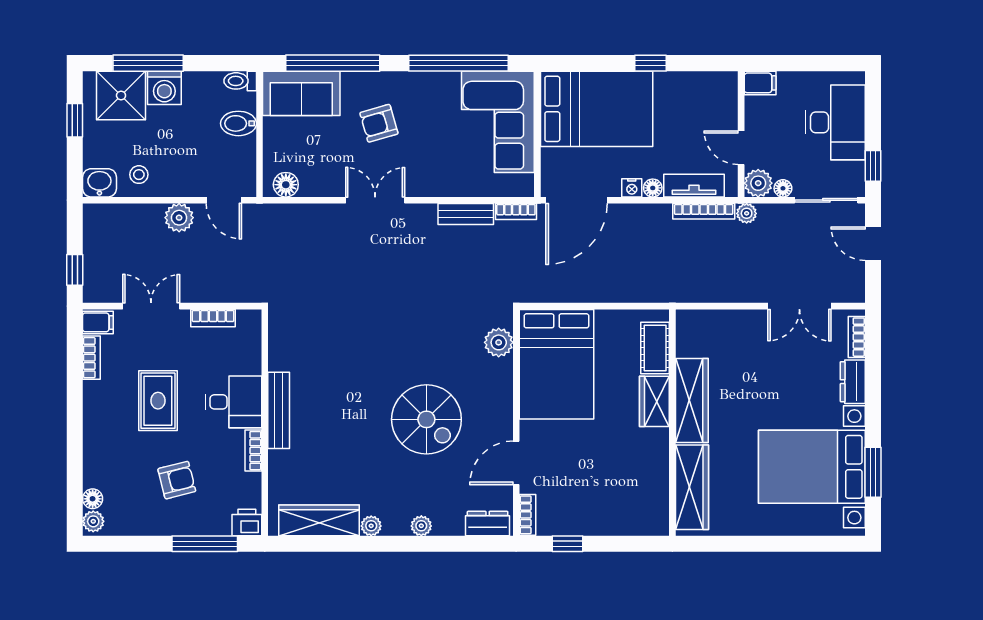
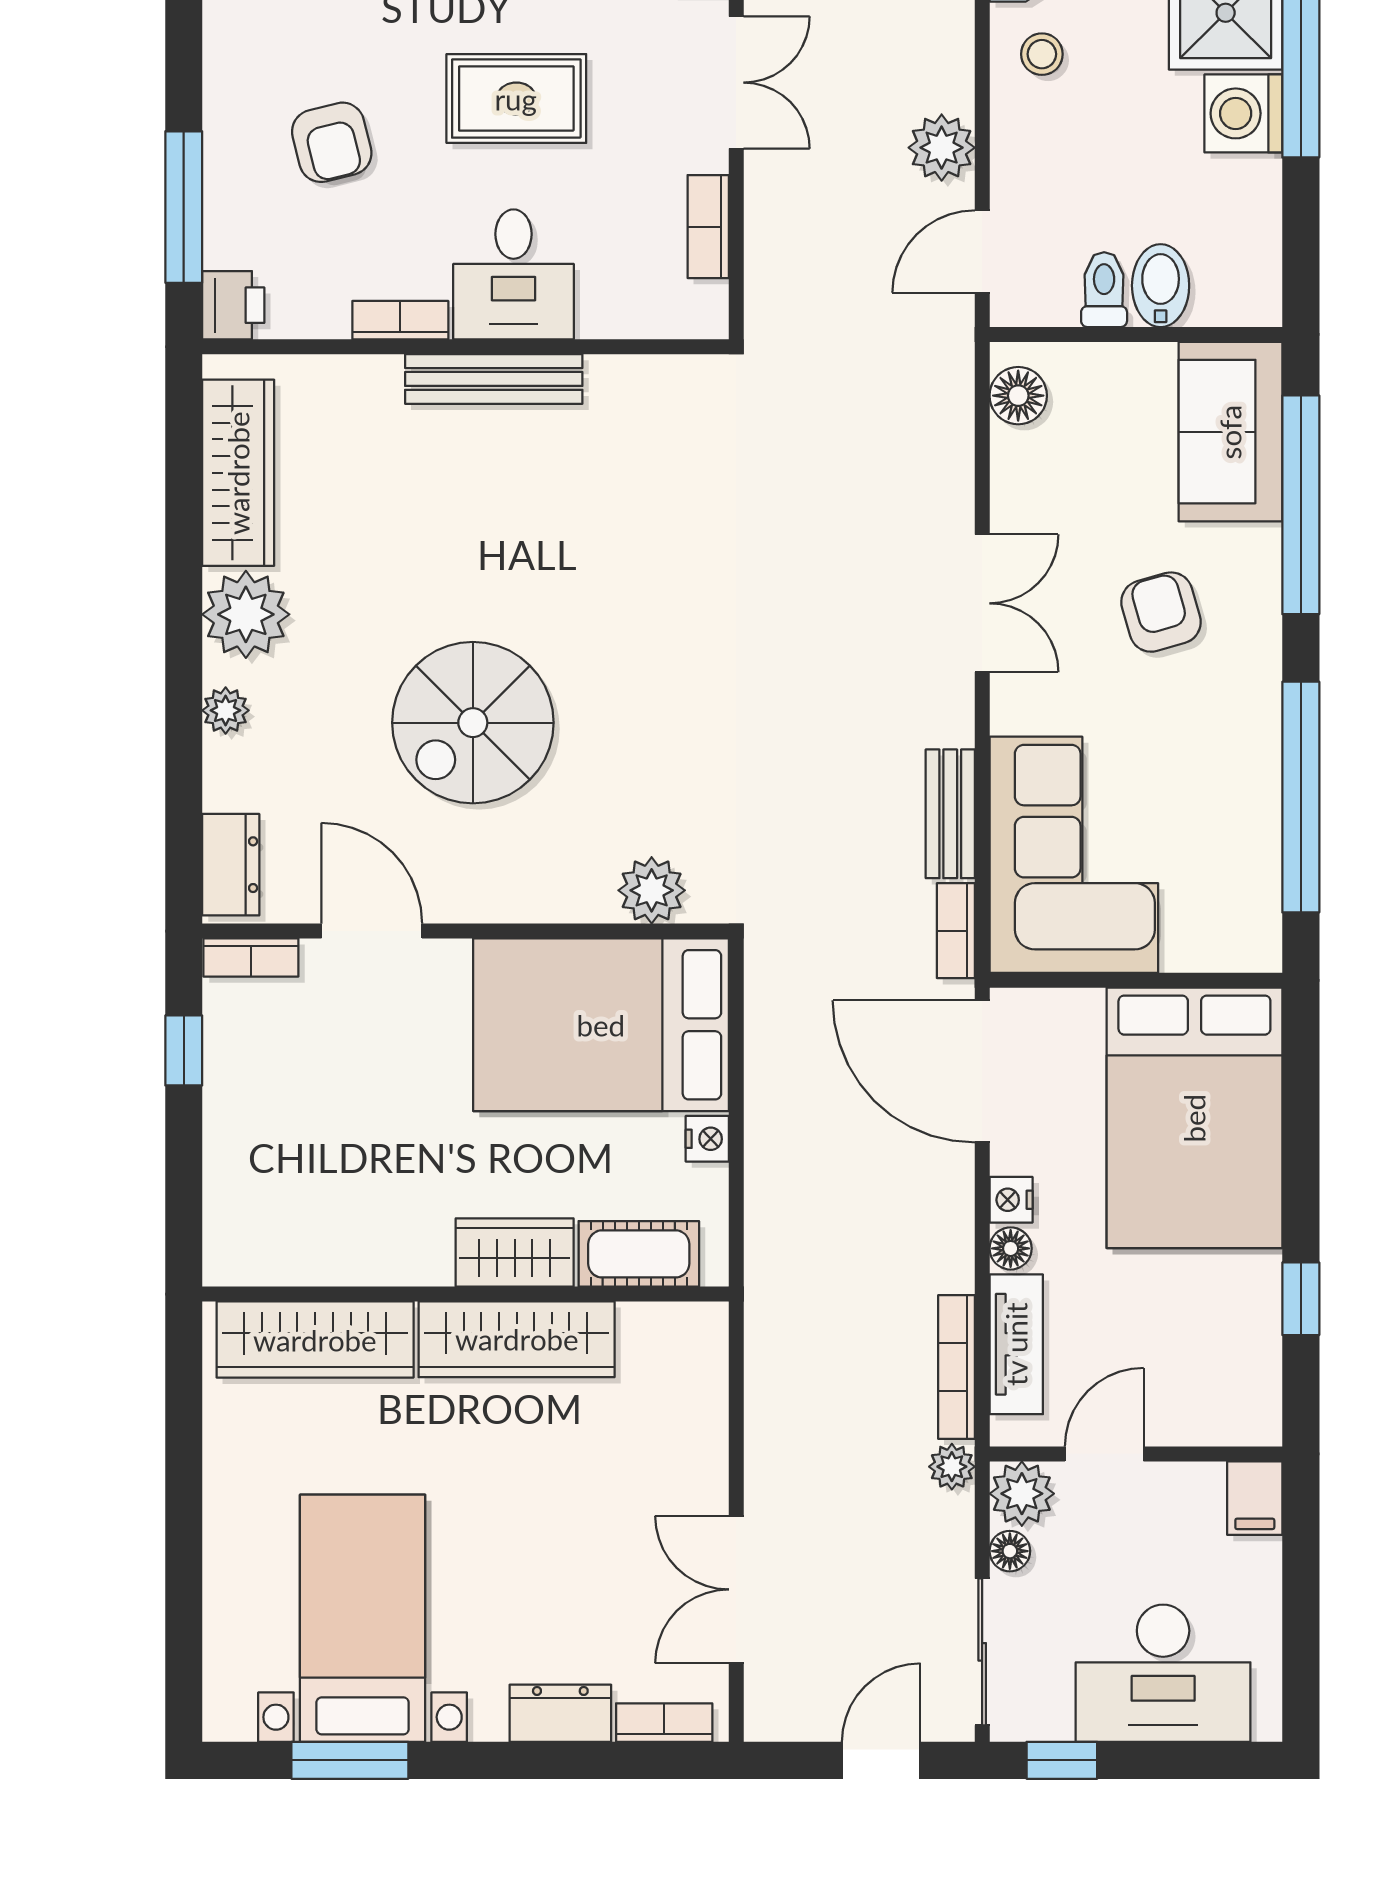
window: (650, 63) -> (1301, 1299), moved
toilet: (240, 81) -> (1104, 290), moved
corner sofa: (498, 122) -> (1074, 855), moved, turned 90
nightstand: (606, 319) -> (707, 1139), added
bed with nightstands: (812, 467) -> (363, 1618), width x0.73
plant: (371, 526) -> (246, 614), width x1.87, depth x1.87

